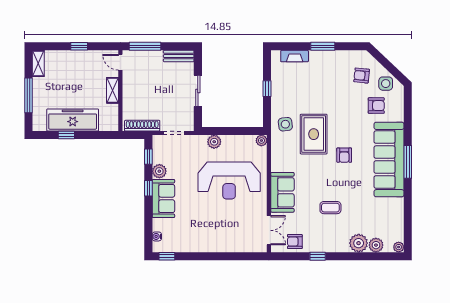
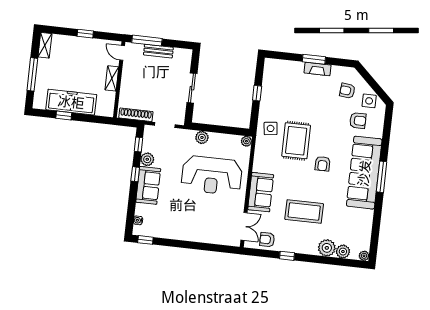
bench: (179, 56) -> (158, 51), moved
fireplace: (295, 56) -> (318, 69), moved
coffee table: (330, 208) -> (304, 212), width x1.86, depth x1.72

